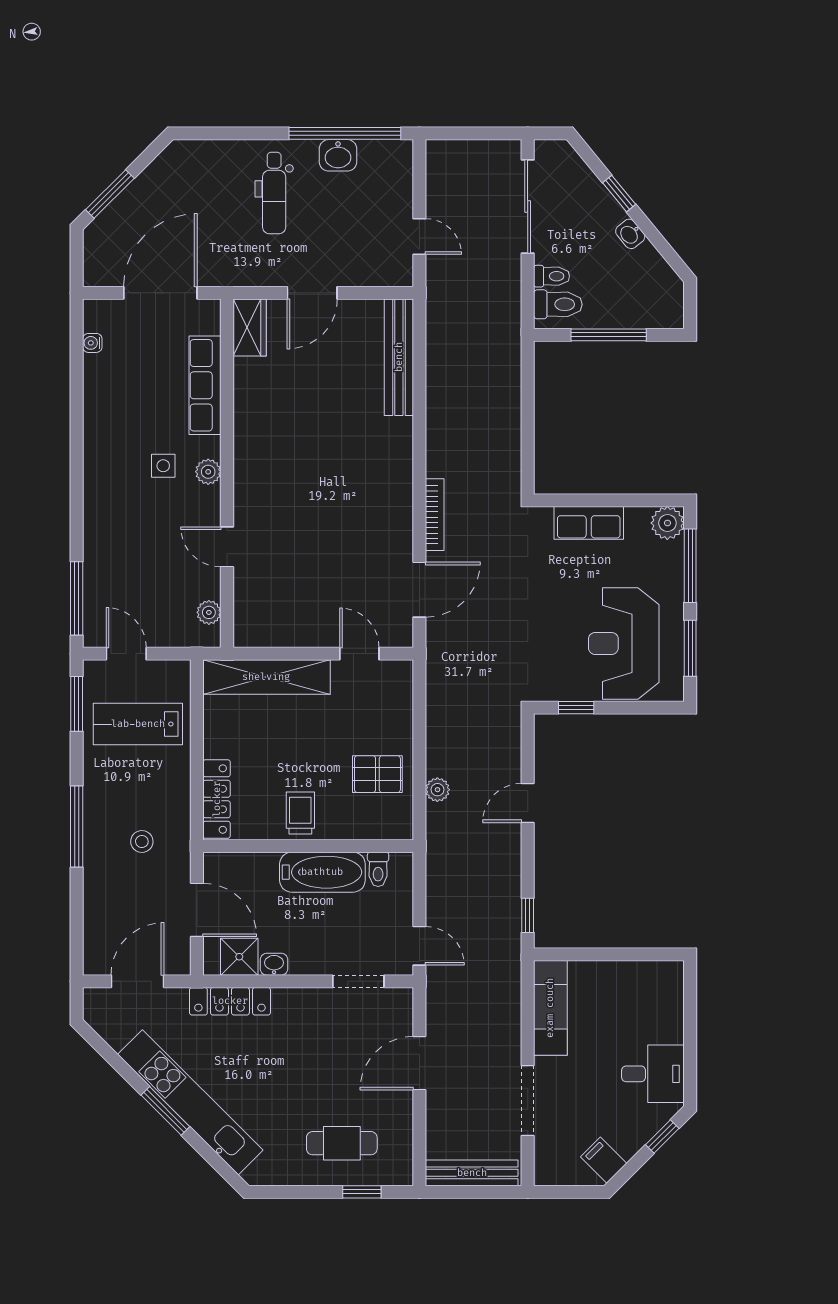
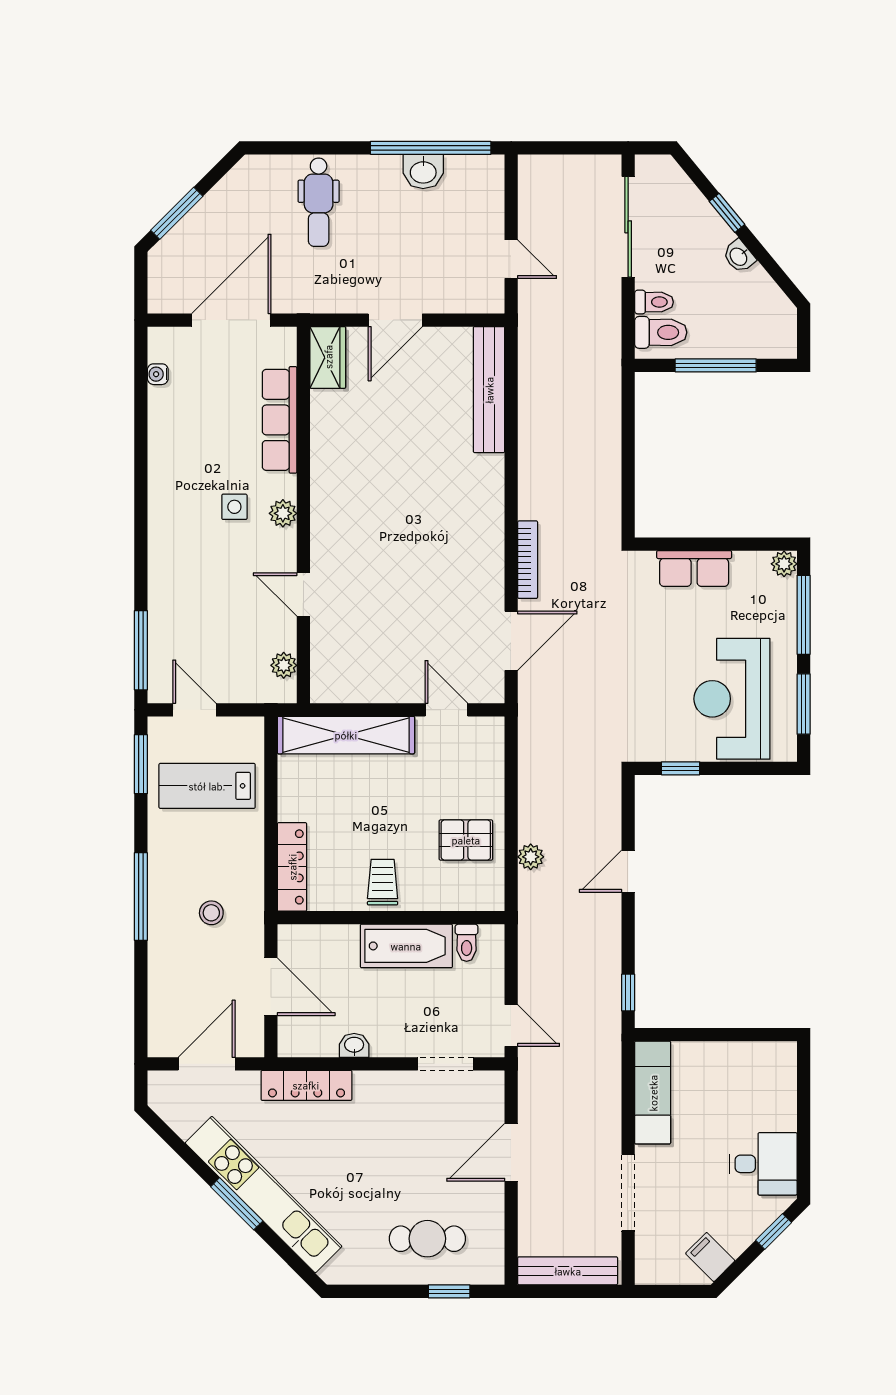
dental chair: (274, 193) -> (319, 202), moved
plant: (667, 523) -> (784, 564), width x0.73, depth x0.73
shower: (239, 957) -> (317, 1037), removed

